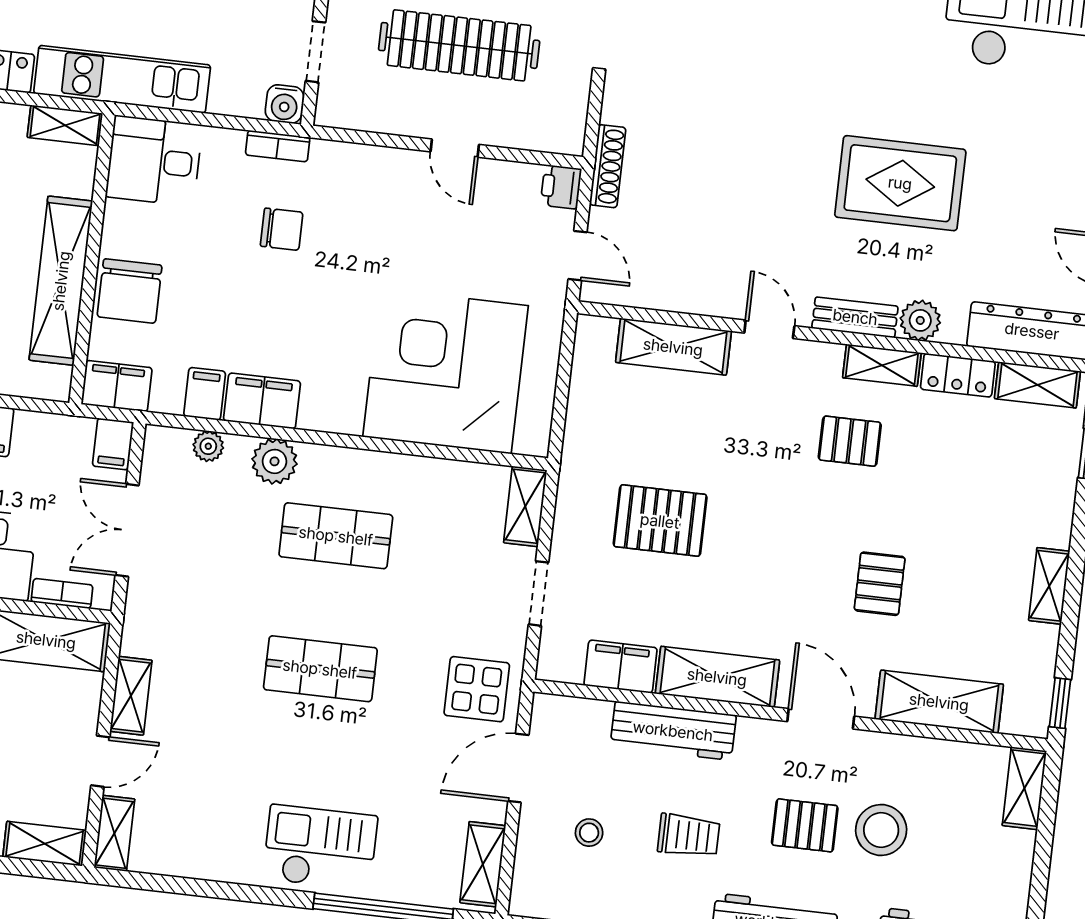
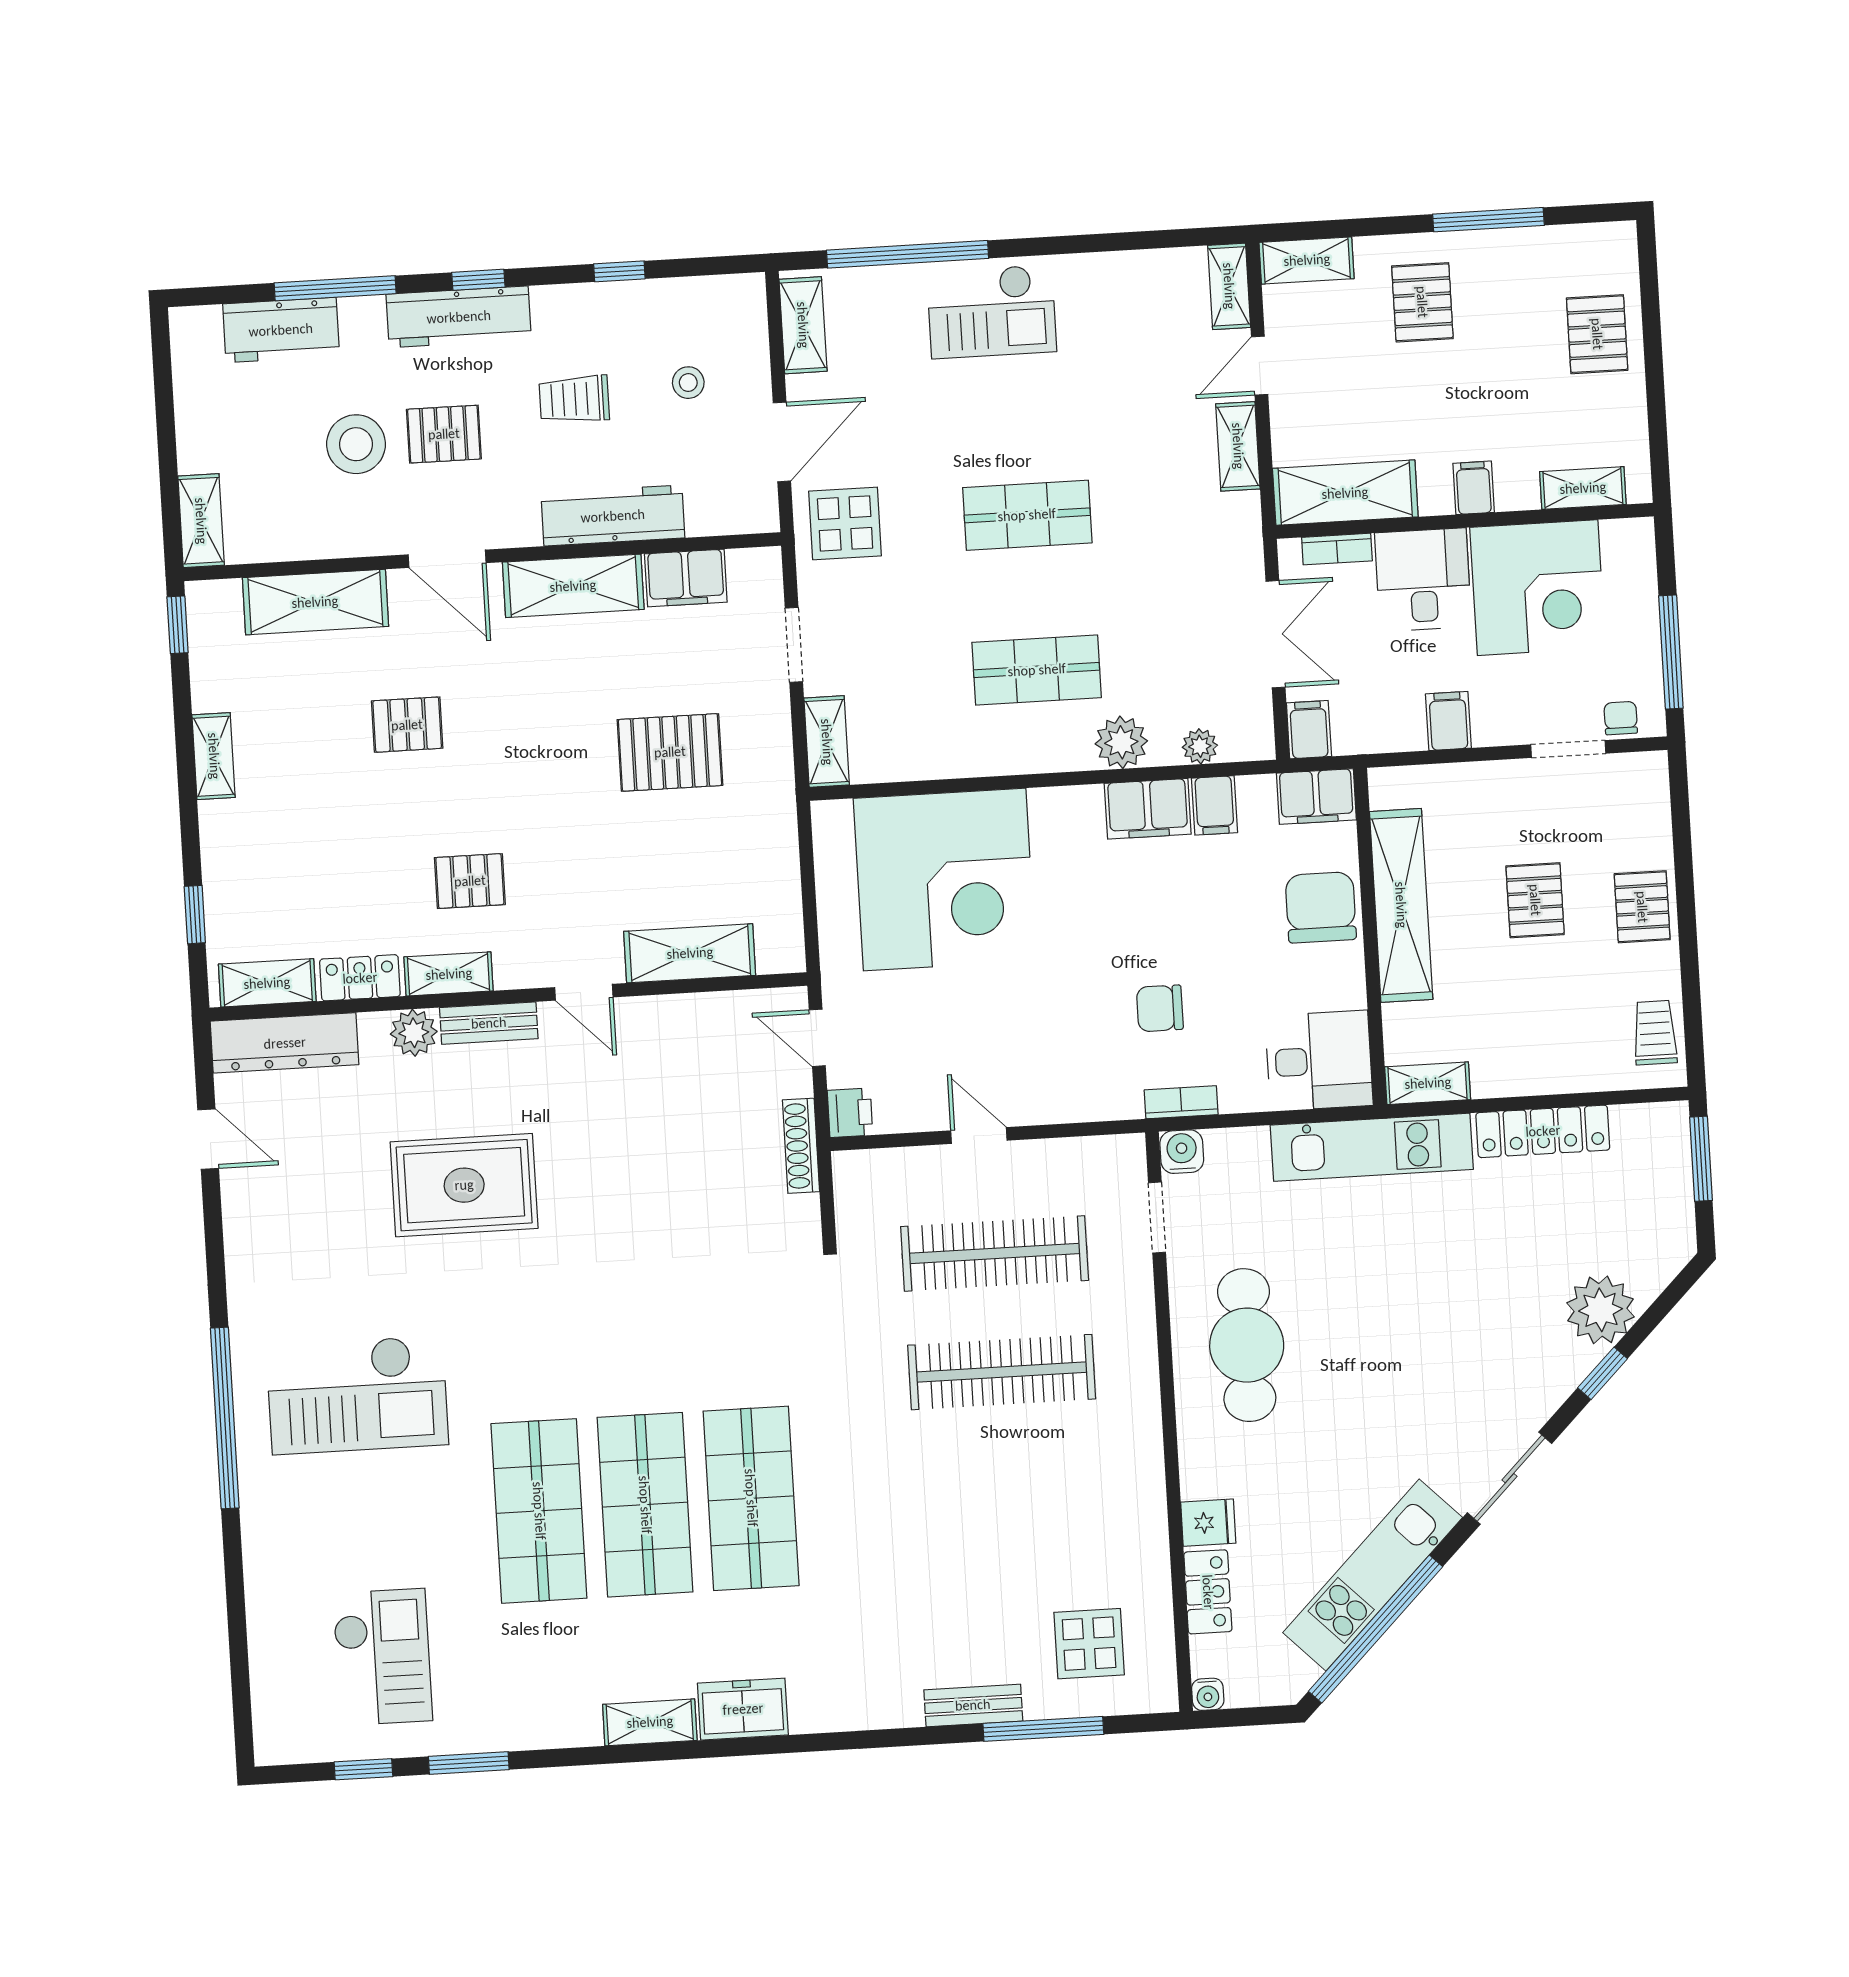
pallet: (880, 584) -> (407, 725), turned 90

